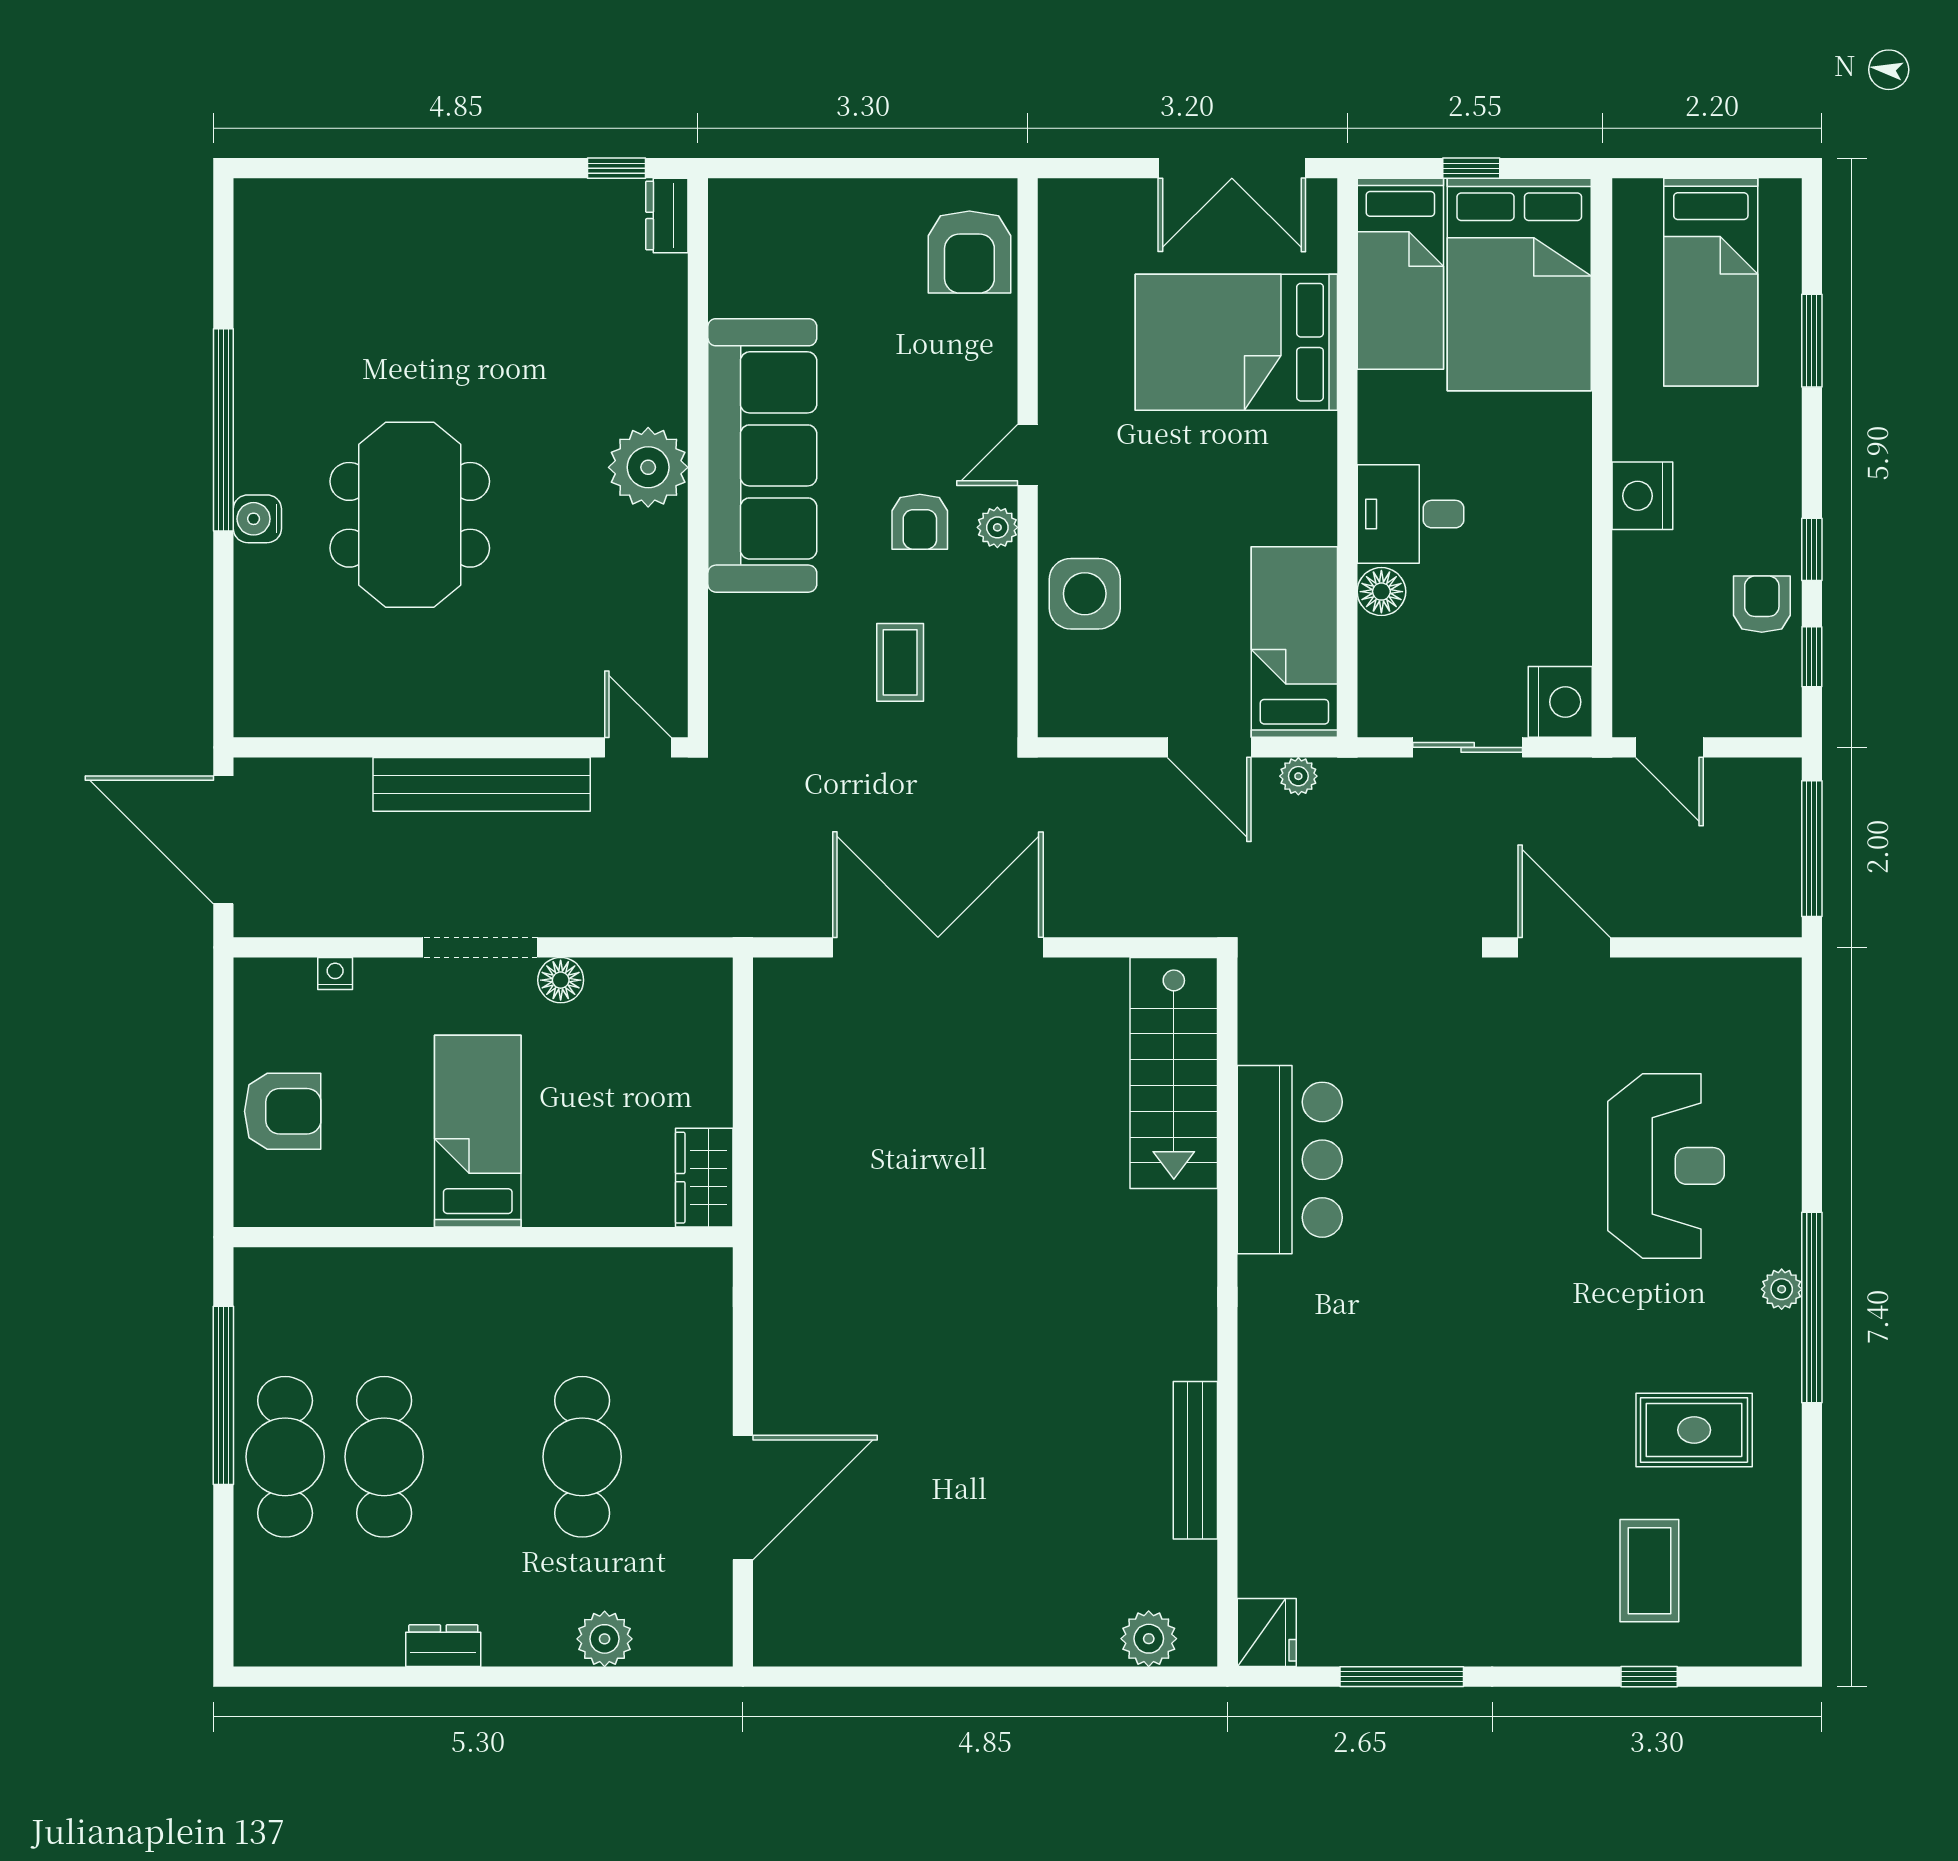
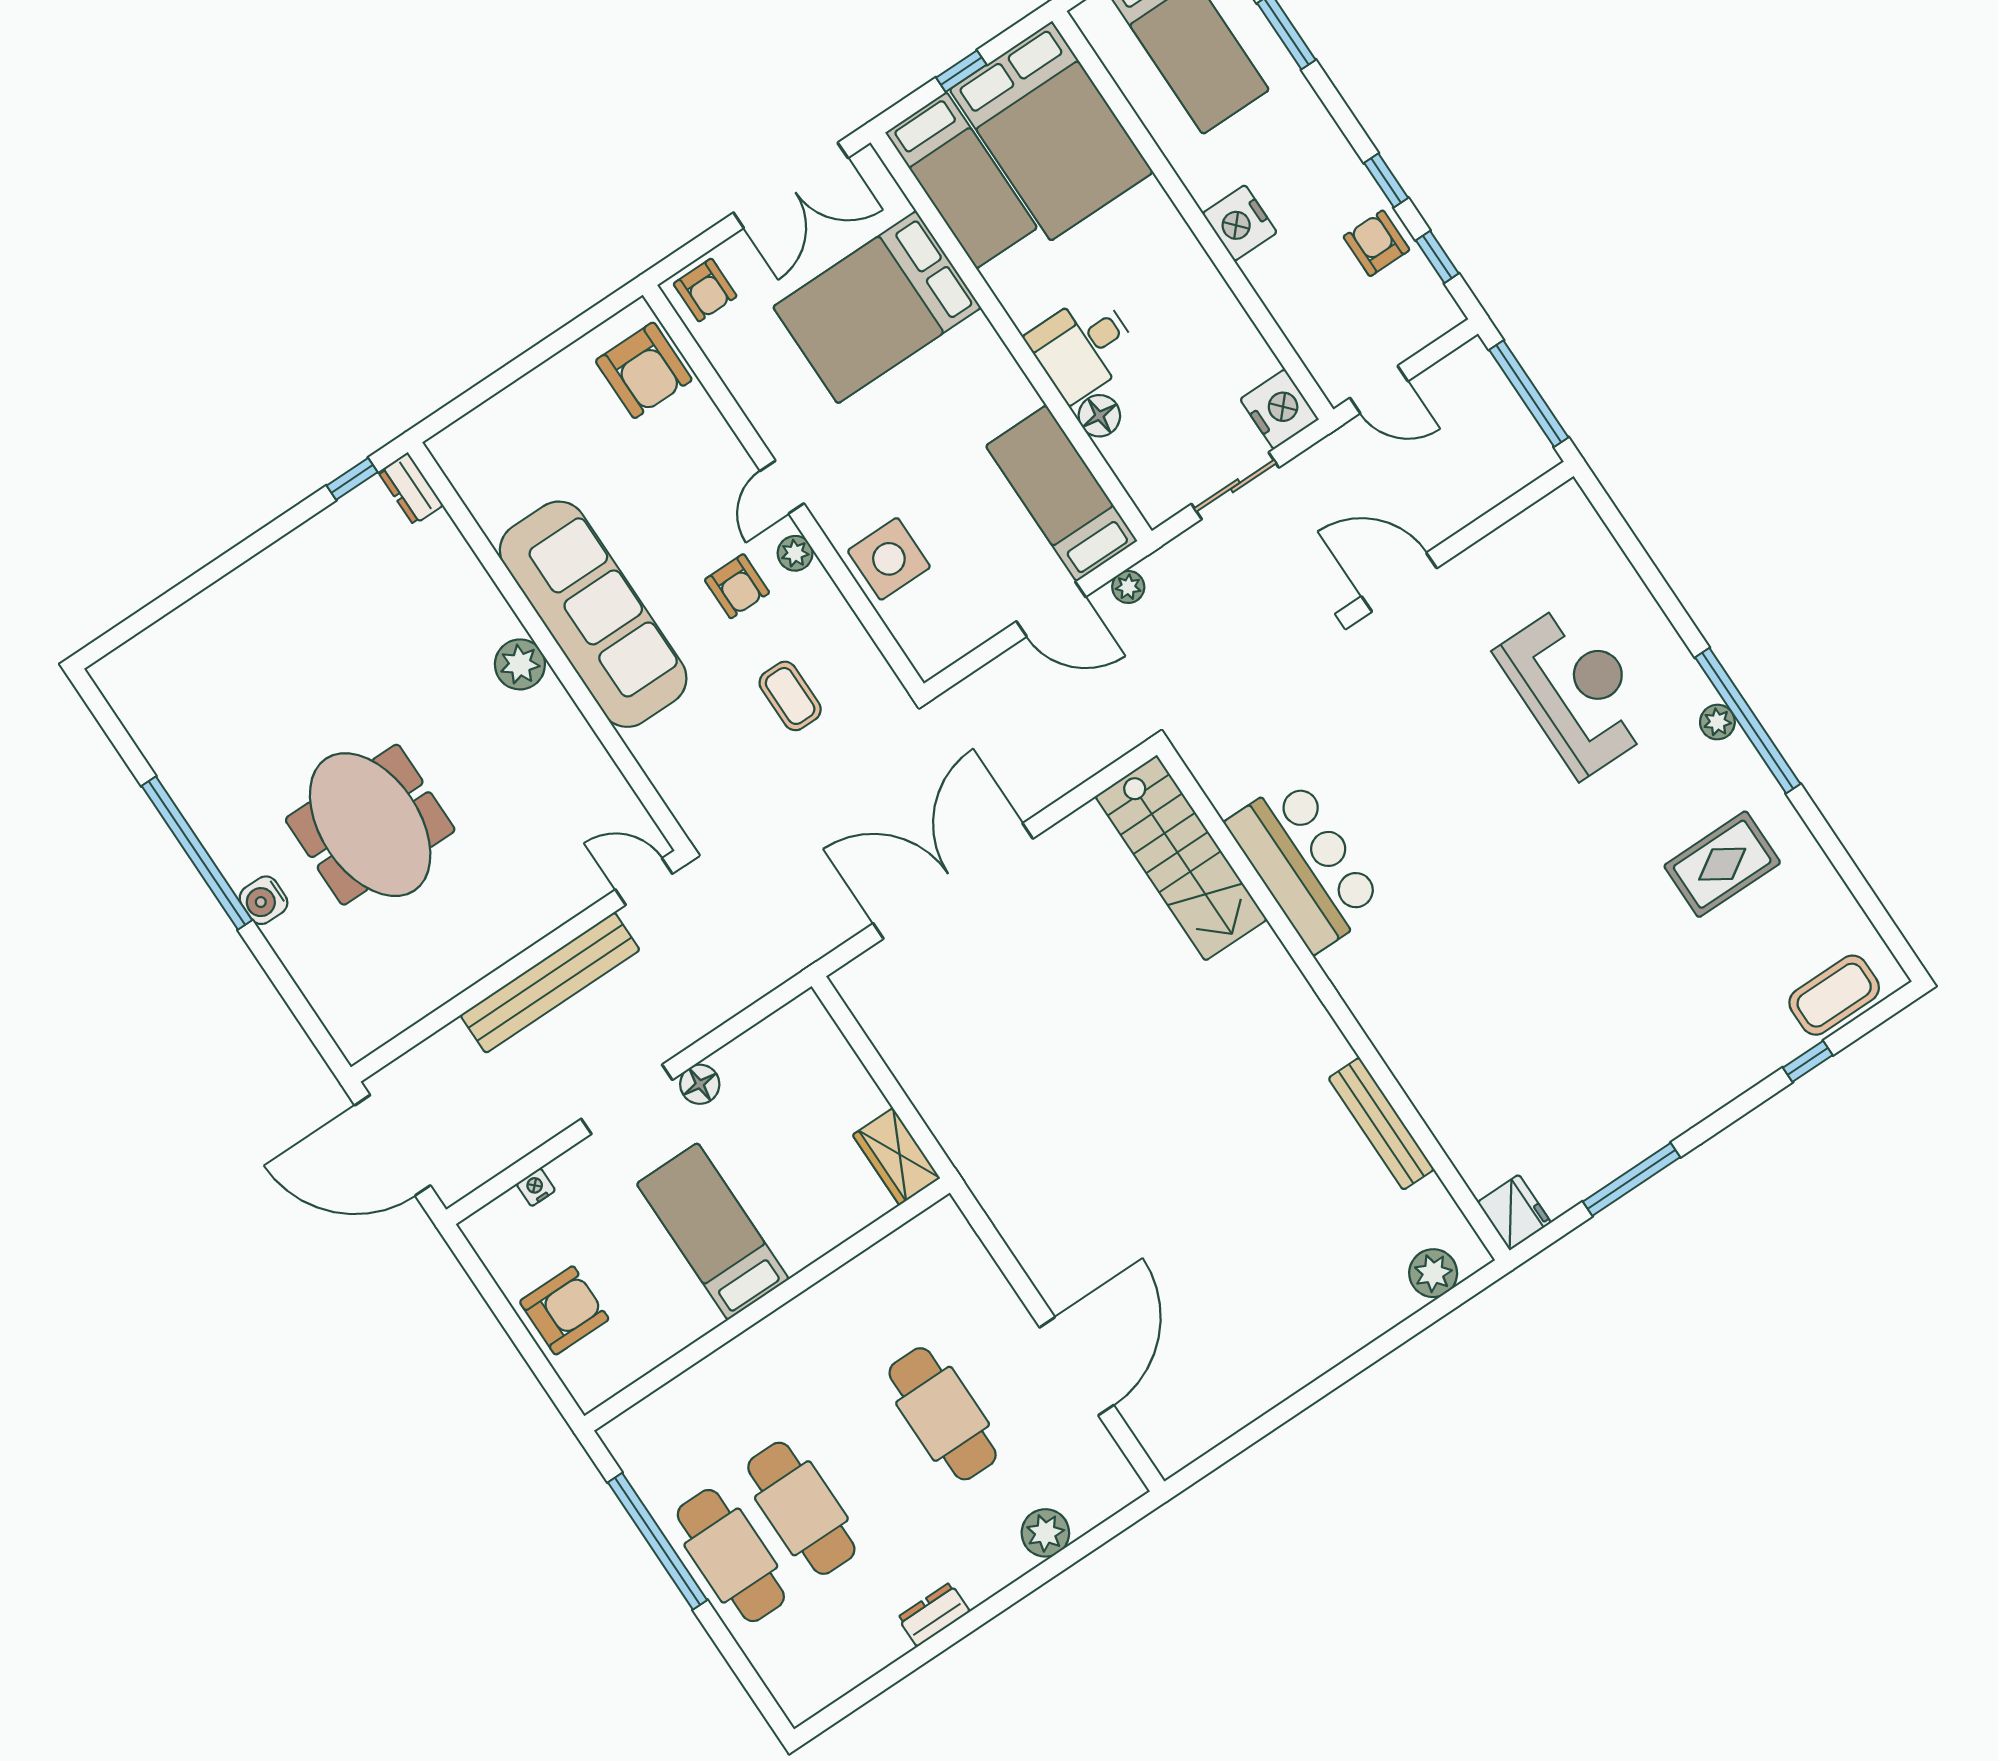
armchair: (1081, 214) -> (705, 290), added
plant: (648, 467) -> (520, 664), width x0.73, depth x0.73
coffee table: (1649, 1571) -> (1834, 995), moved, turned 90

